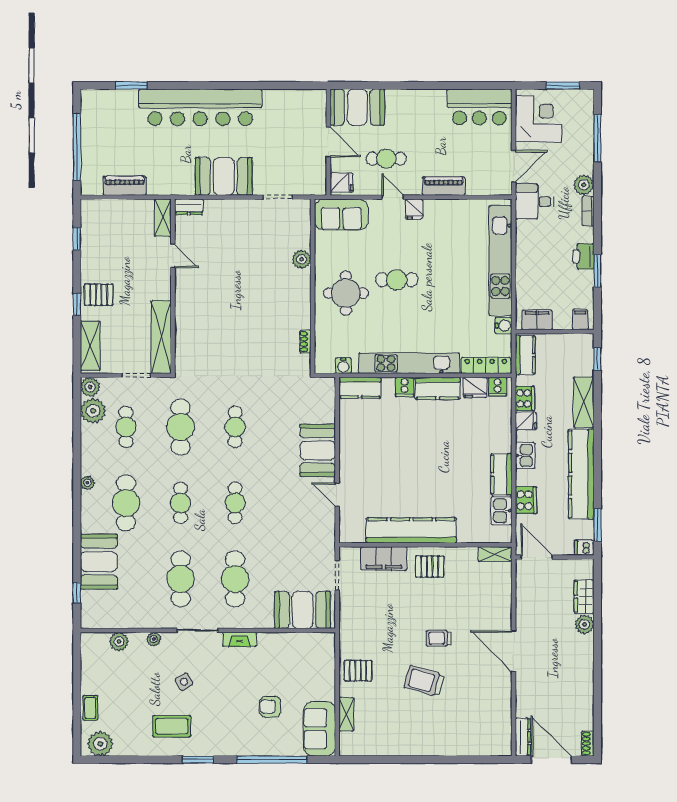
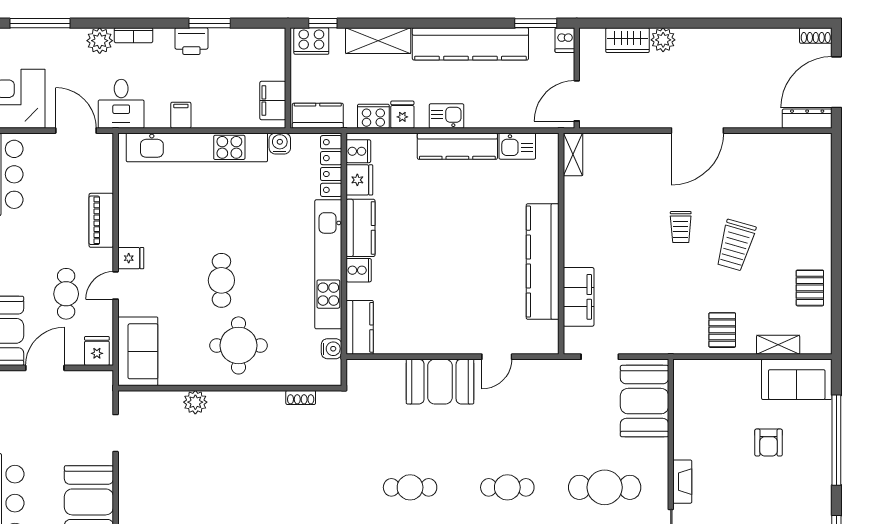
filing cabinet: (580, 320) -> (181, 115), moved, turned 90
kitchen counter: (501, 474) -> (457, 146), width x1.50
cooker: (526, 500) -> (311, 41), moved, turned 180
pallet: (430, 567) -> (810, 288), moved

